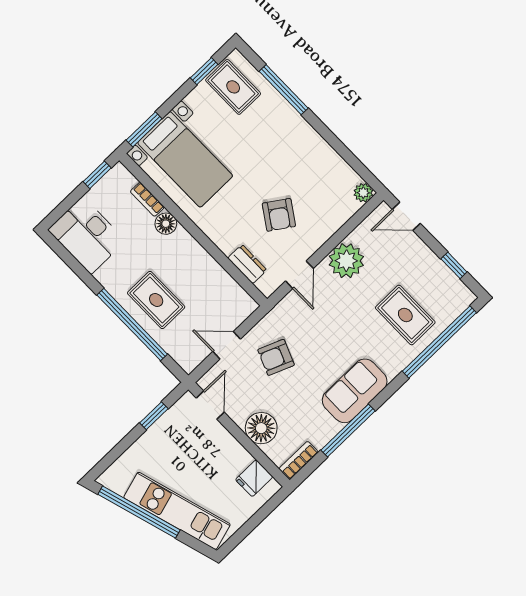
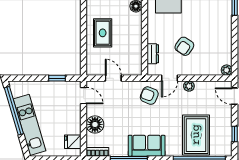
plant: (346, 261) -> (189, 86), width x0.53, depth x0.53
rug: (405, 315) -> (196, 135), width x1.36, depth x1.43
window: (132, 325) -> (84, 33), removed
armchair: (276, 357) -> (149, 96), moved
door: (210, 405) -> (84, 96), hinge flipped

